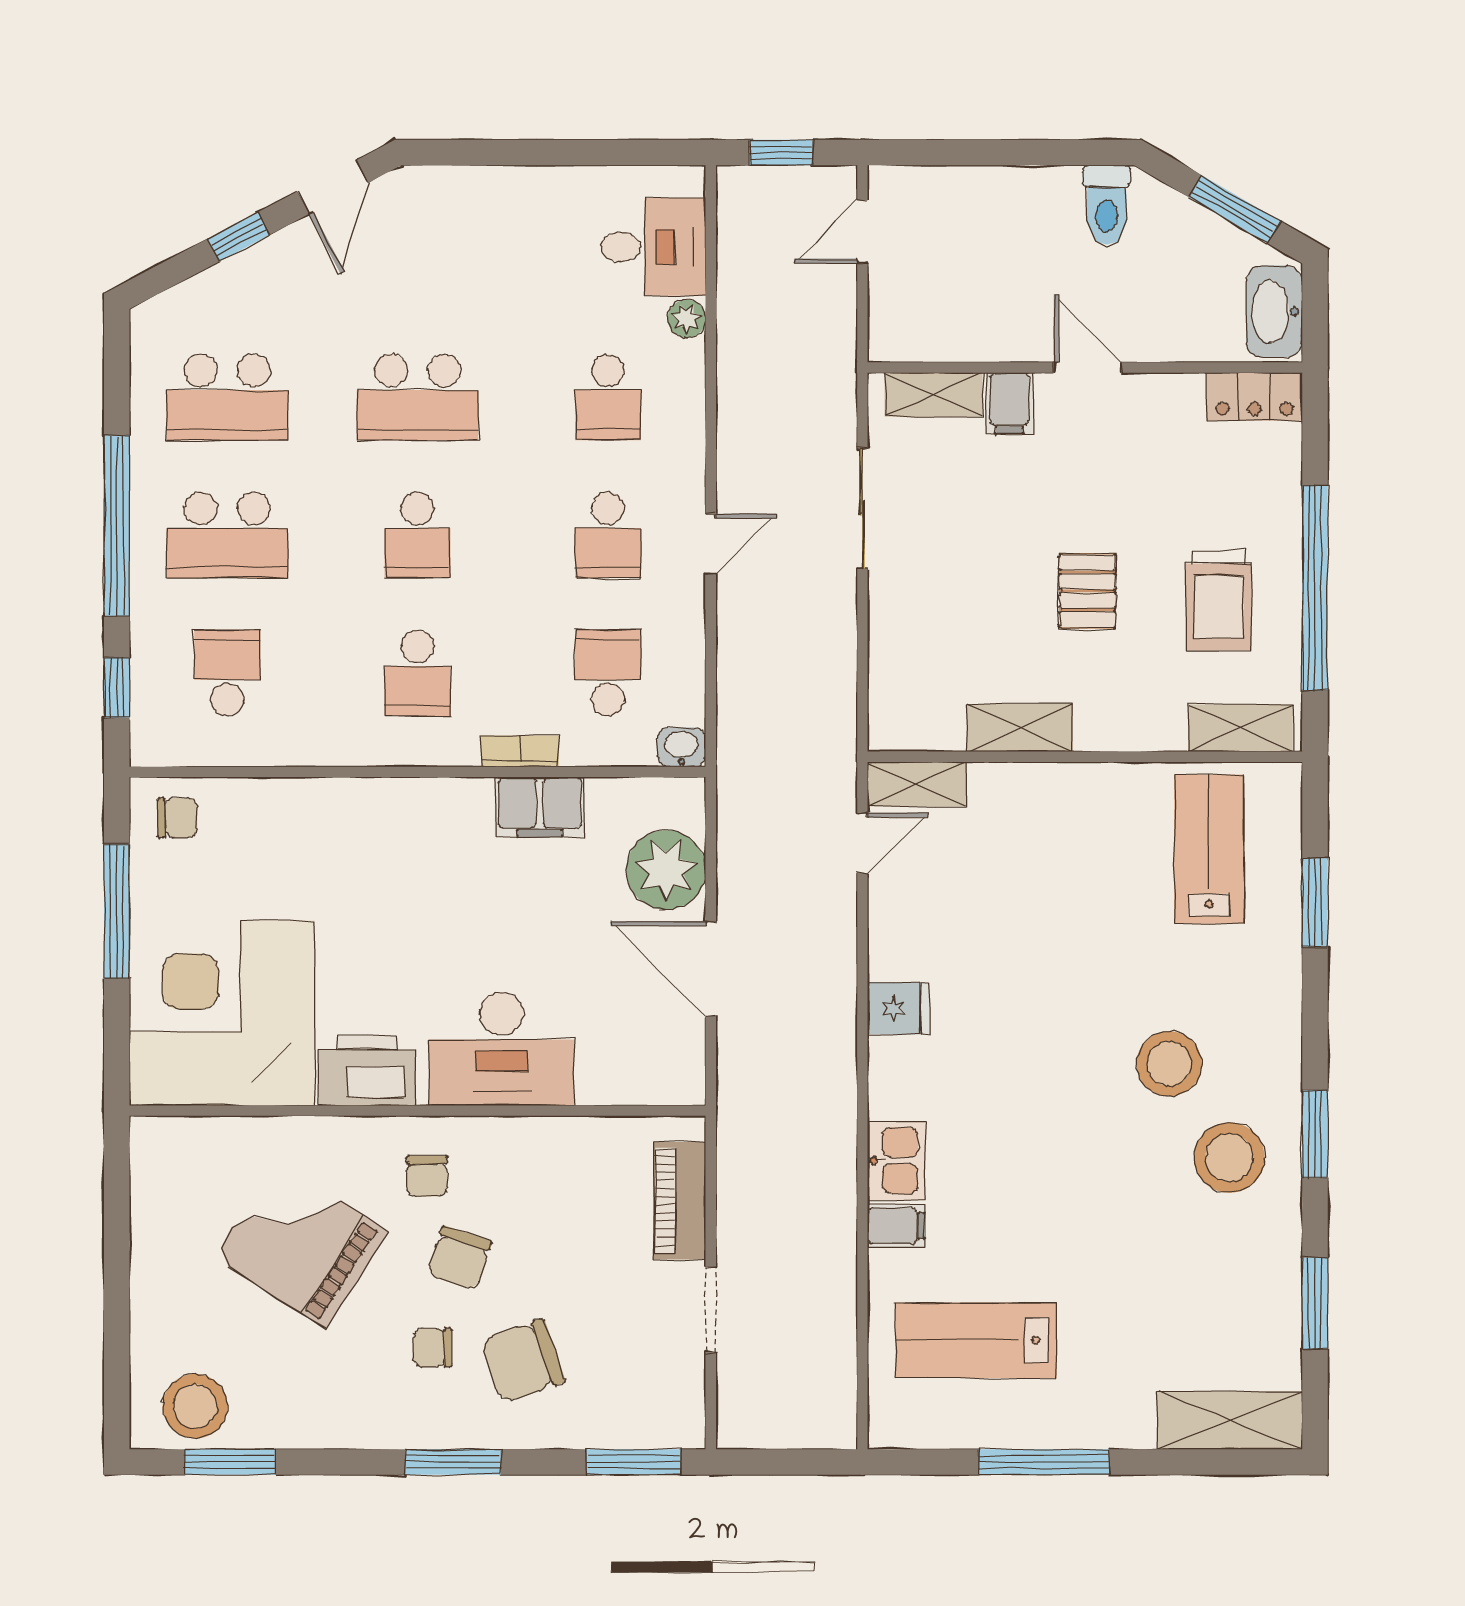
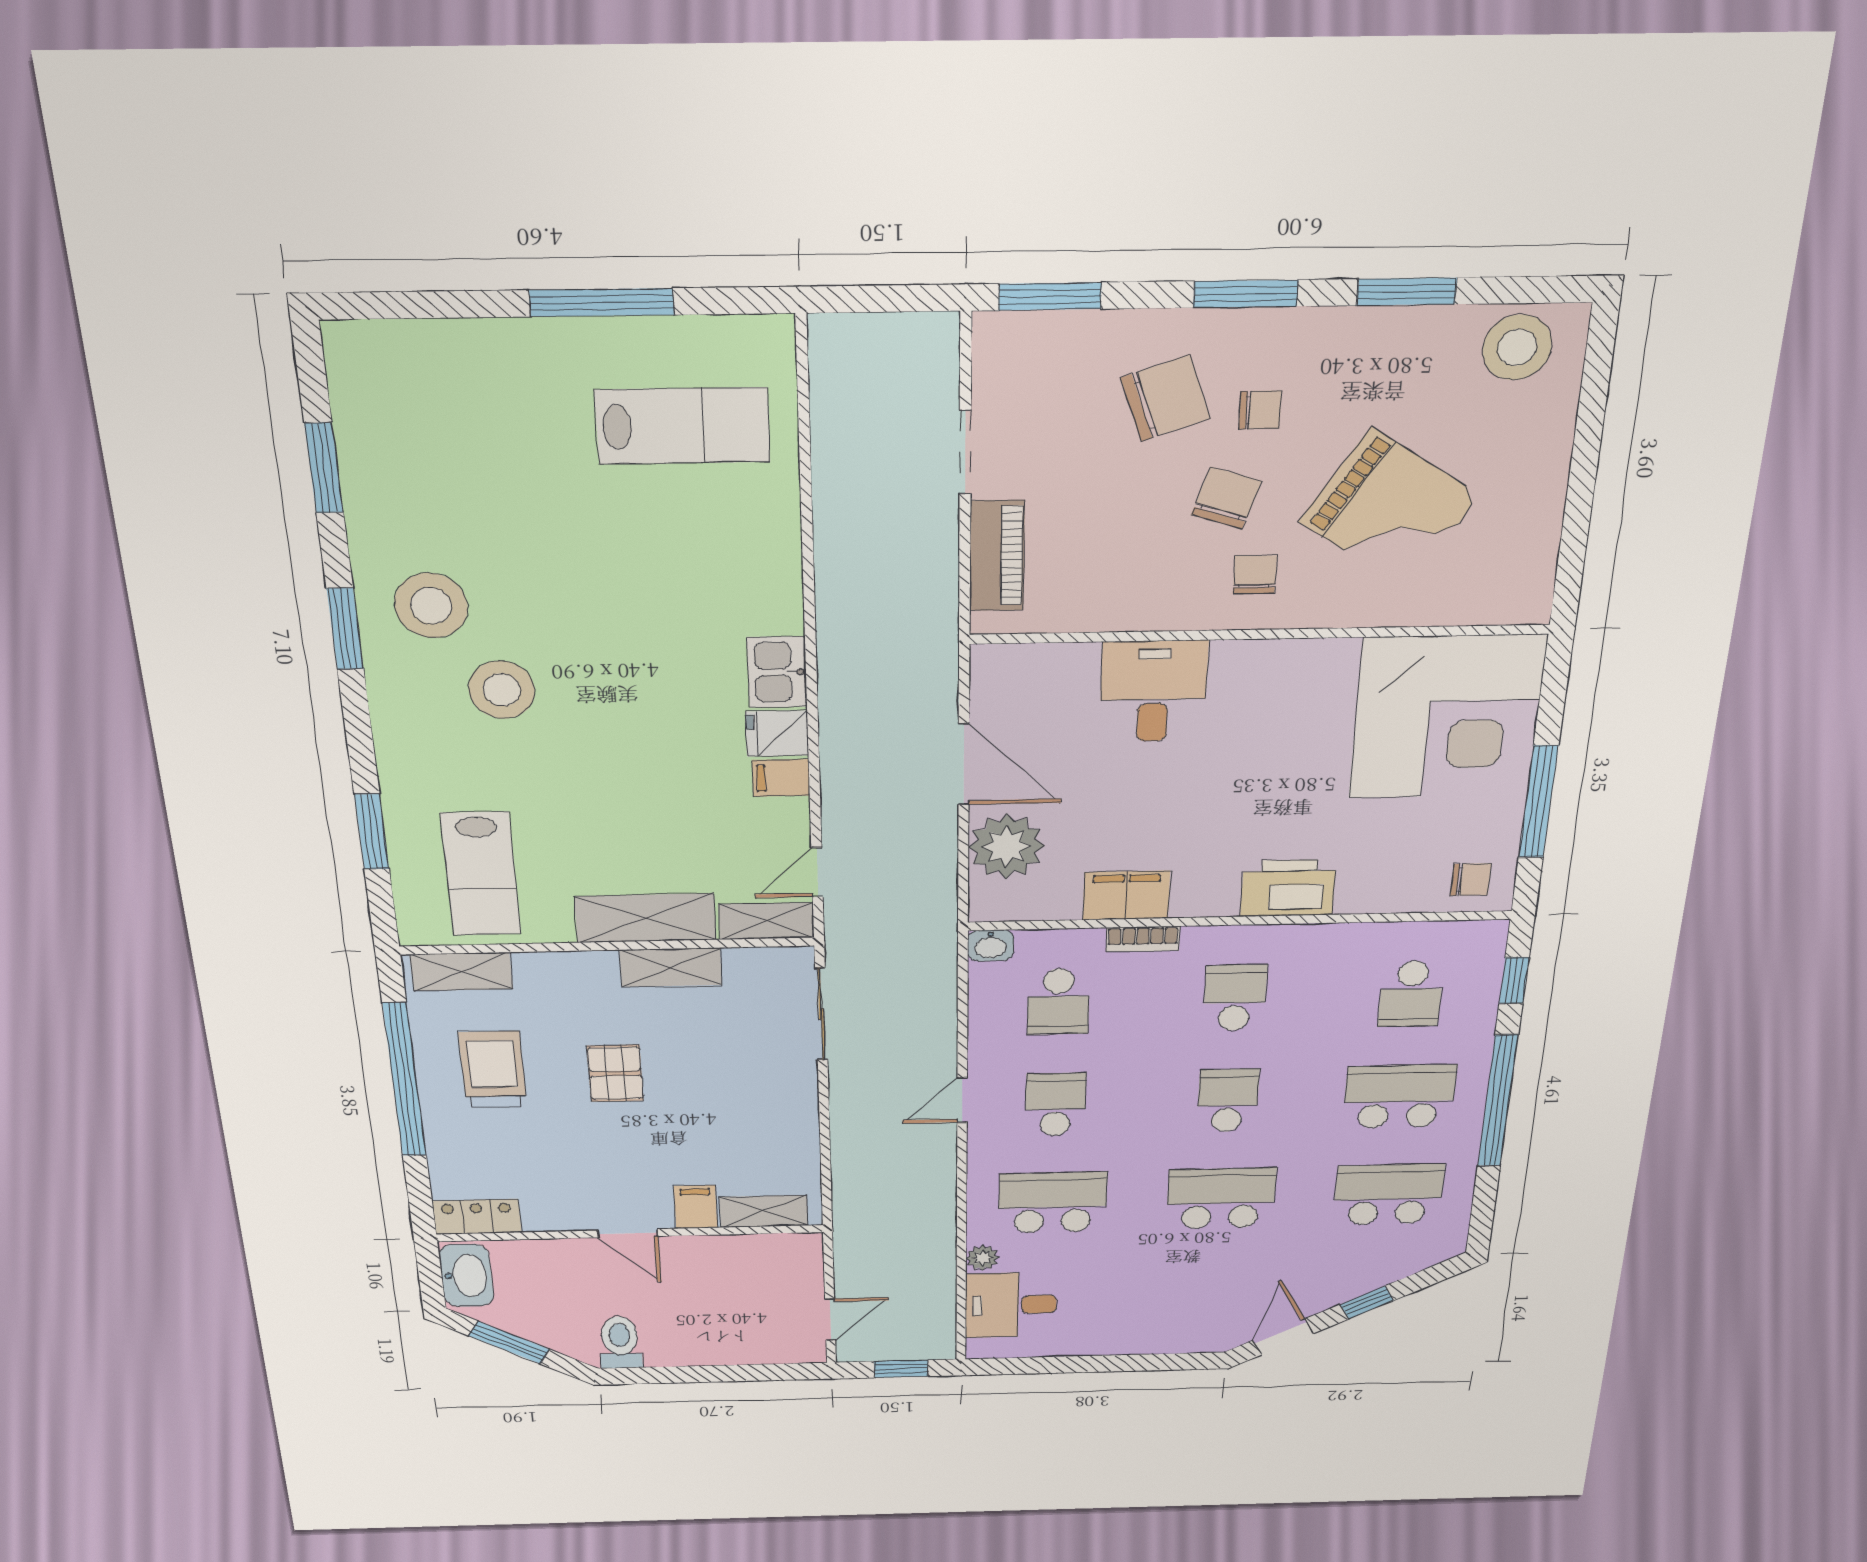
school desk: (608, 397) -> (1053, 1203), width x1.85
sliding door: (862, 508) -> (821, 1014), moved
chair: (177, 818) -> (1471, 879), turned 180
desk: (501, 1049) -> (1153, 691), width x0.73
printer: (367, 1071) -> (1288, 888), moved, turned 180
kitchen sink: (896, 1161) -> (777, 672), moved
filing cabinet: (896, 1226) -> (781, 778), moved
shelving: (1230, 1420) -> (645, 918), moved
window: (230, 1462) -> (1407, 292), moved

